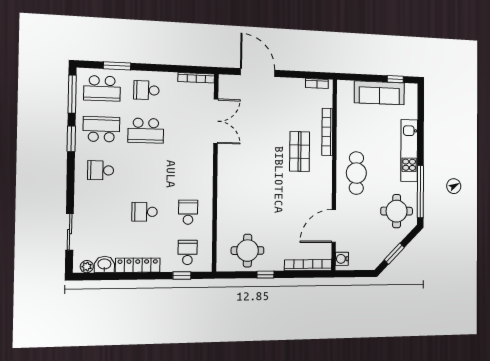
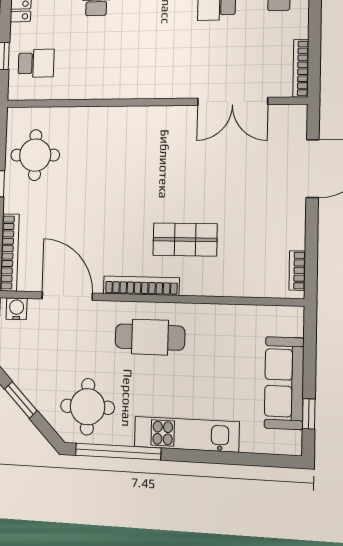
bookcase: (327, 132) -> (141, 286), moved
school desk: (188, 212) -> (94, 62), removed

